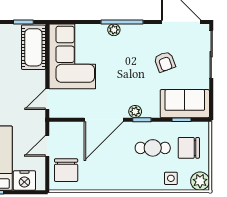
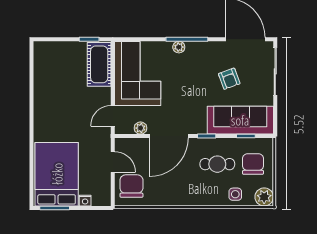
sofa: (185, 104) -> (240, 120), width x1.36
plant: (135, 112) -> (140, 128), moved
door: (47, 146) -> (113, 162), swing flipped
chair: (189, 148) -> (253, 164), turned 90
chair: (66, 170) -> (131, 186), turned 180
nightstand: (24, 180) -> (85, 201), width x0.53, depth x0.56

